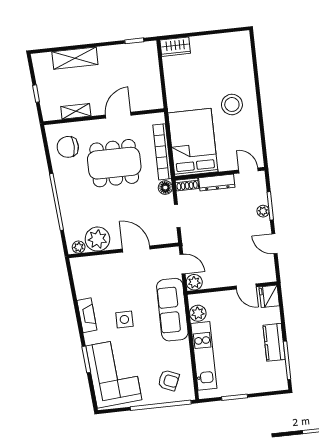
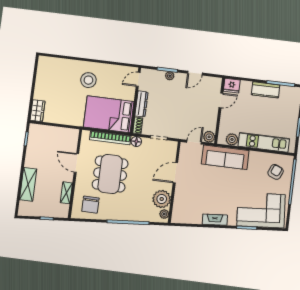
side table: (124, 319) -> (224, 193), removed

